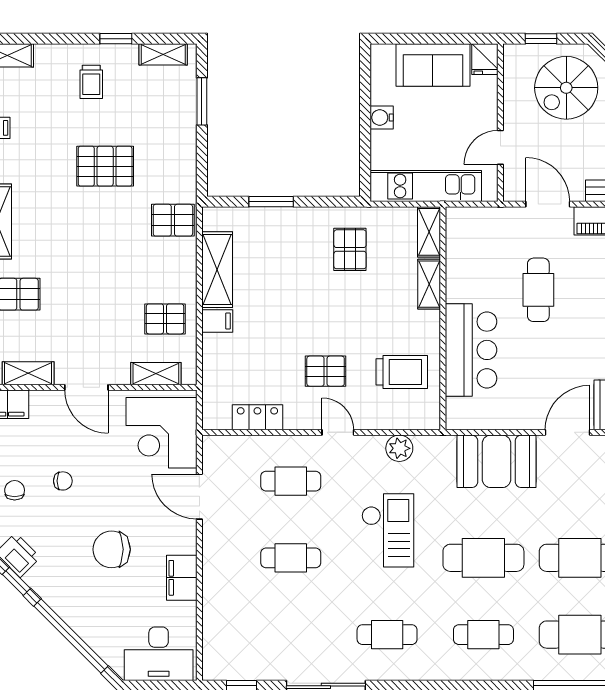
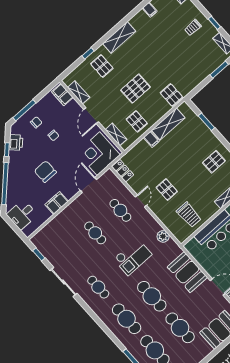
pallet: (105, 166) -> (135, 89), moved, turned 90
locker: (257, 417) -> (123, 171), moved
door: (338, 432) -> (141, 201), moved
cafe table: (483, 635) -> (127, 319), width x1.37, depth x1.35
desk: (159, 654) -> (22, 215), width x0.73

